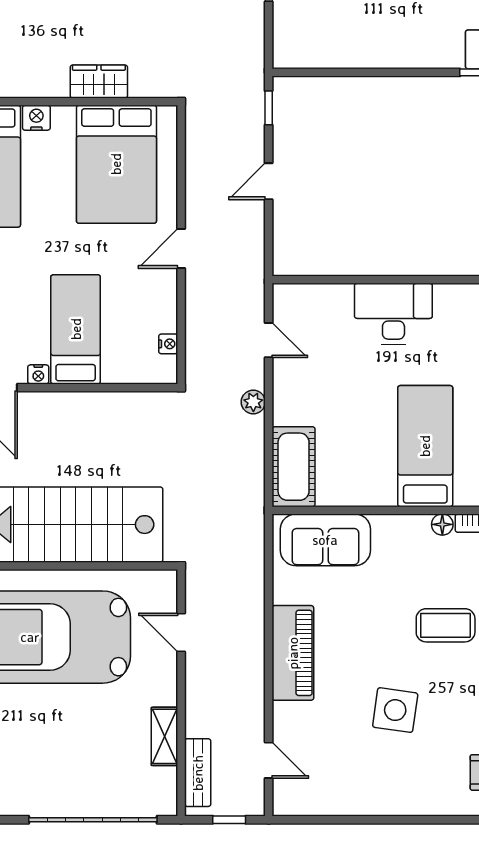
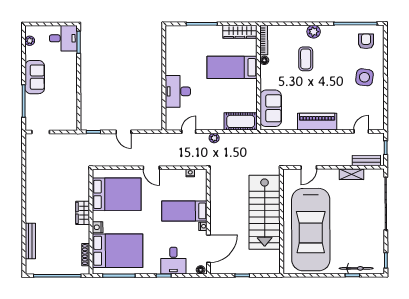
wardrobe: (99, 82) -> (83, 213), moved
desk: (393, 314) -> (178, 91), moved
side table: (395, 710) -> (364, 77), moved

